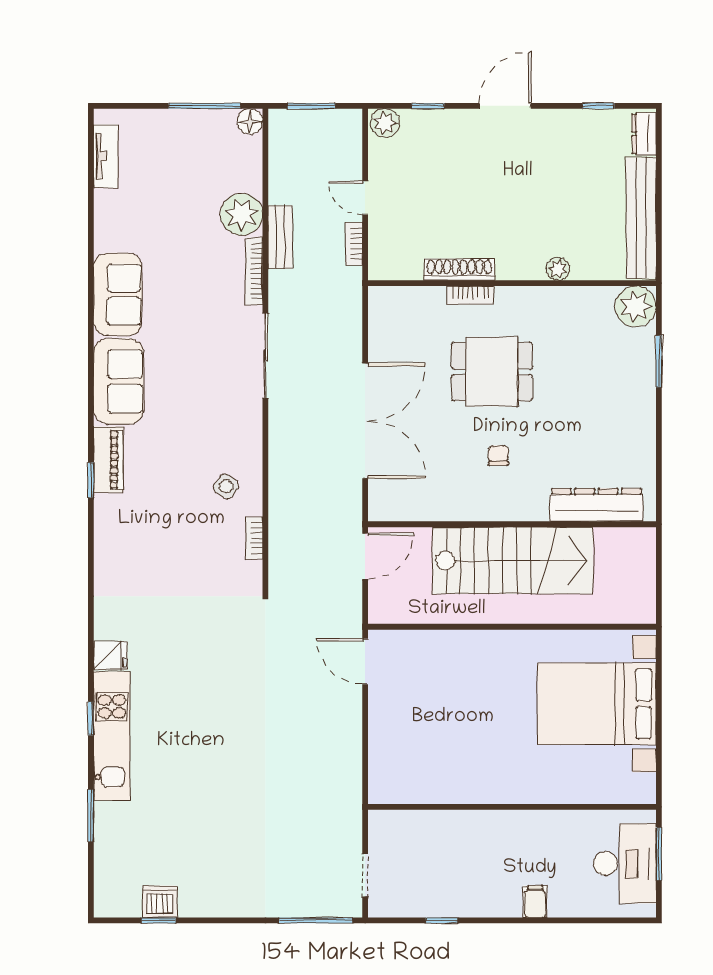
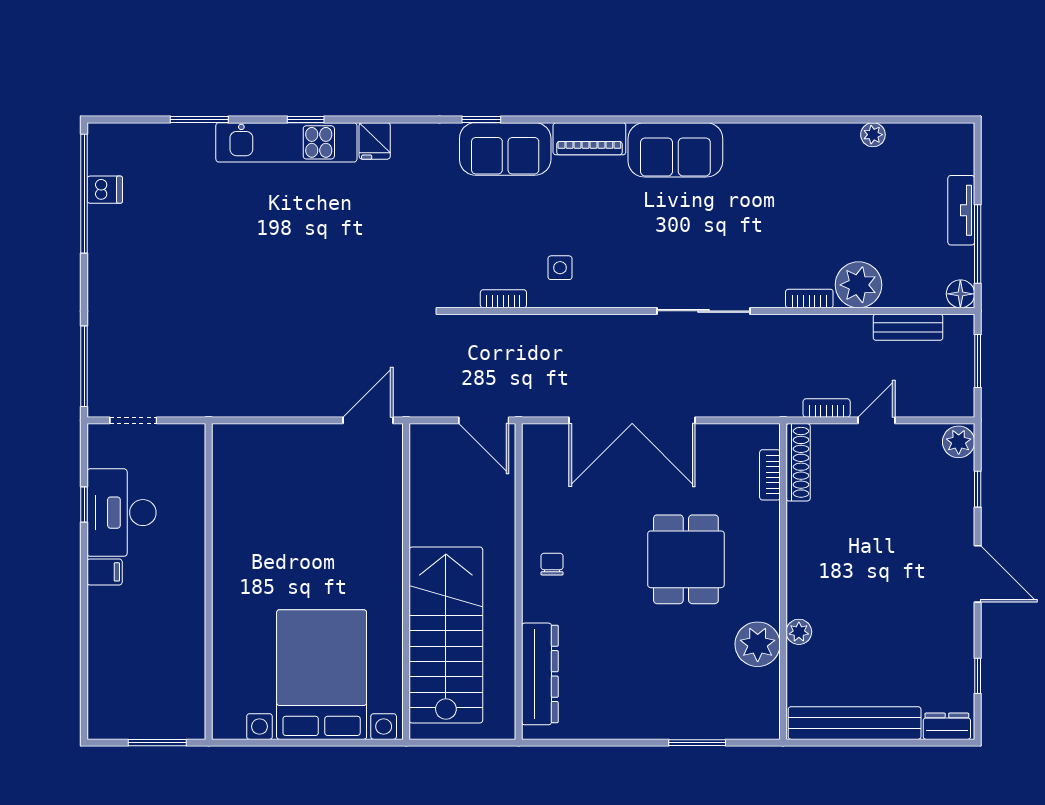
tv unit: (106, 156) -> (961, 210), moved, turned 90
plant: (105, 201) -> (873, 135), added
bench: (280, 237) -> (908, 327), moved
shoe rack: (459, 269) -> (798, 462), moved
bookcase: (254, 271) -> (809, 298), width x0.64
sofa: (118, 294) -> (505, 149), moved
bookcase: (470, 295) -> (770, 475), moved
plant: (636, 306) -> (758, 644), moved
chair: (498, 455) -> (552, 564), moved, turned -90
window: (91, 480) -> (481, 119), moved
side table: (226, 487) -> (560, 268), turned -36
stairs: (513, 560) -> (446, 635), moved, turned 180
desk: (625, 863) -> (121, 513), moved, turned 90
dishwasher: (160, 902) -> (105, 190), width x0.73
filing cabinet: (535, 902) -> (105, 572), moved
window: (159, 920) -> (84, 194), width x3.17

